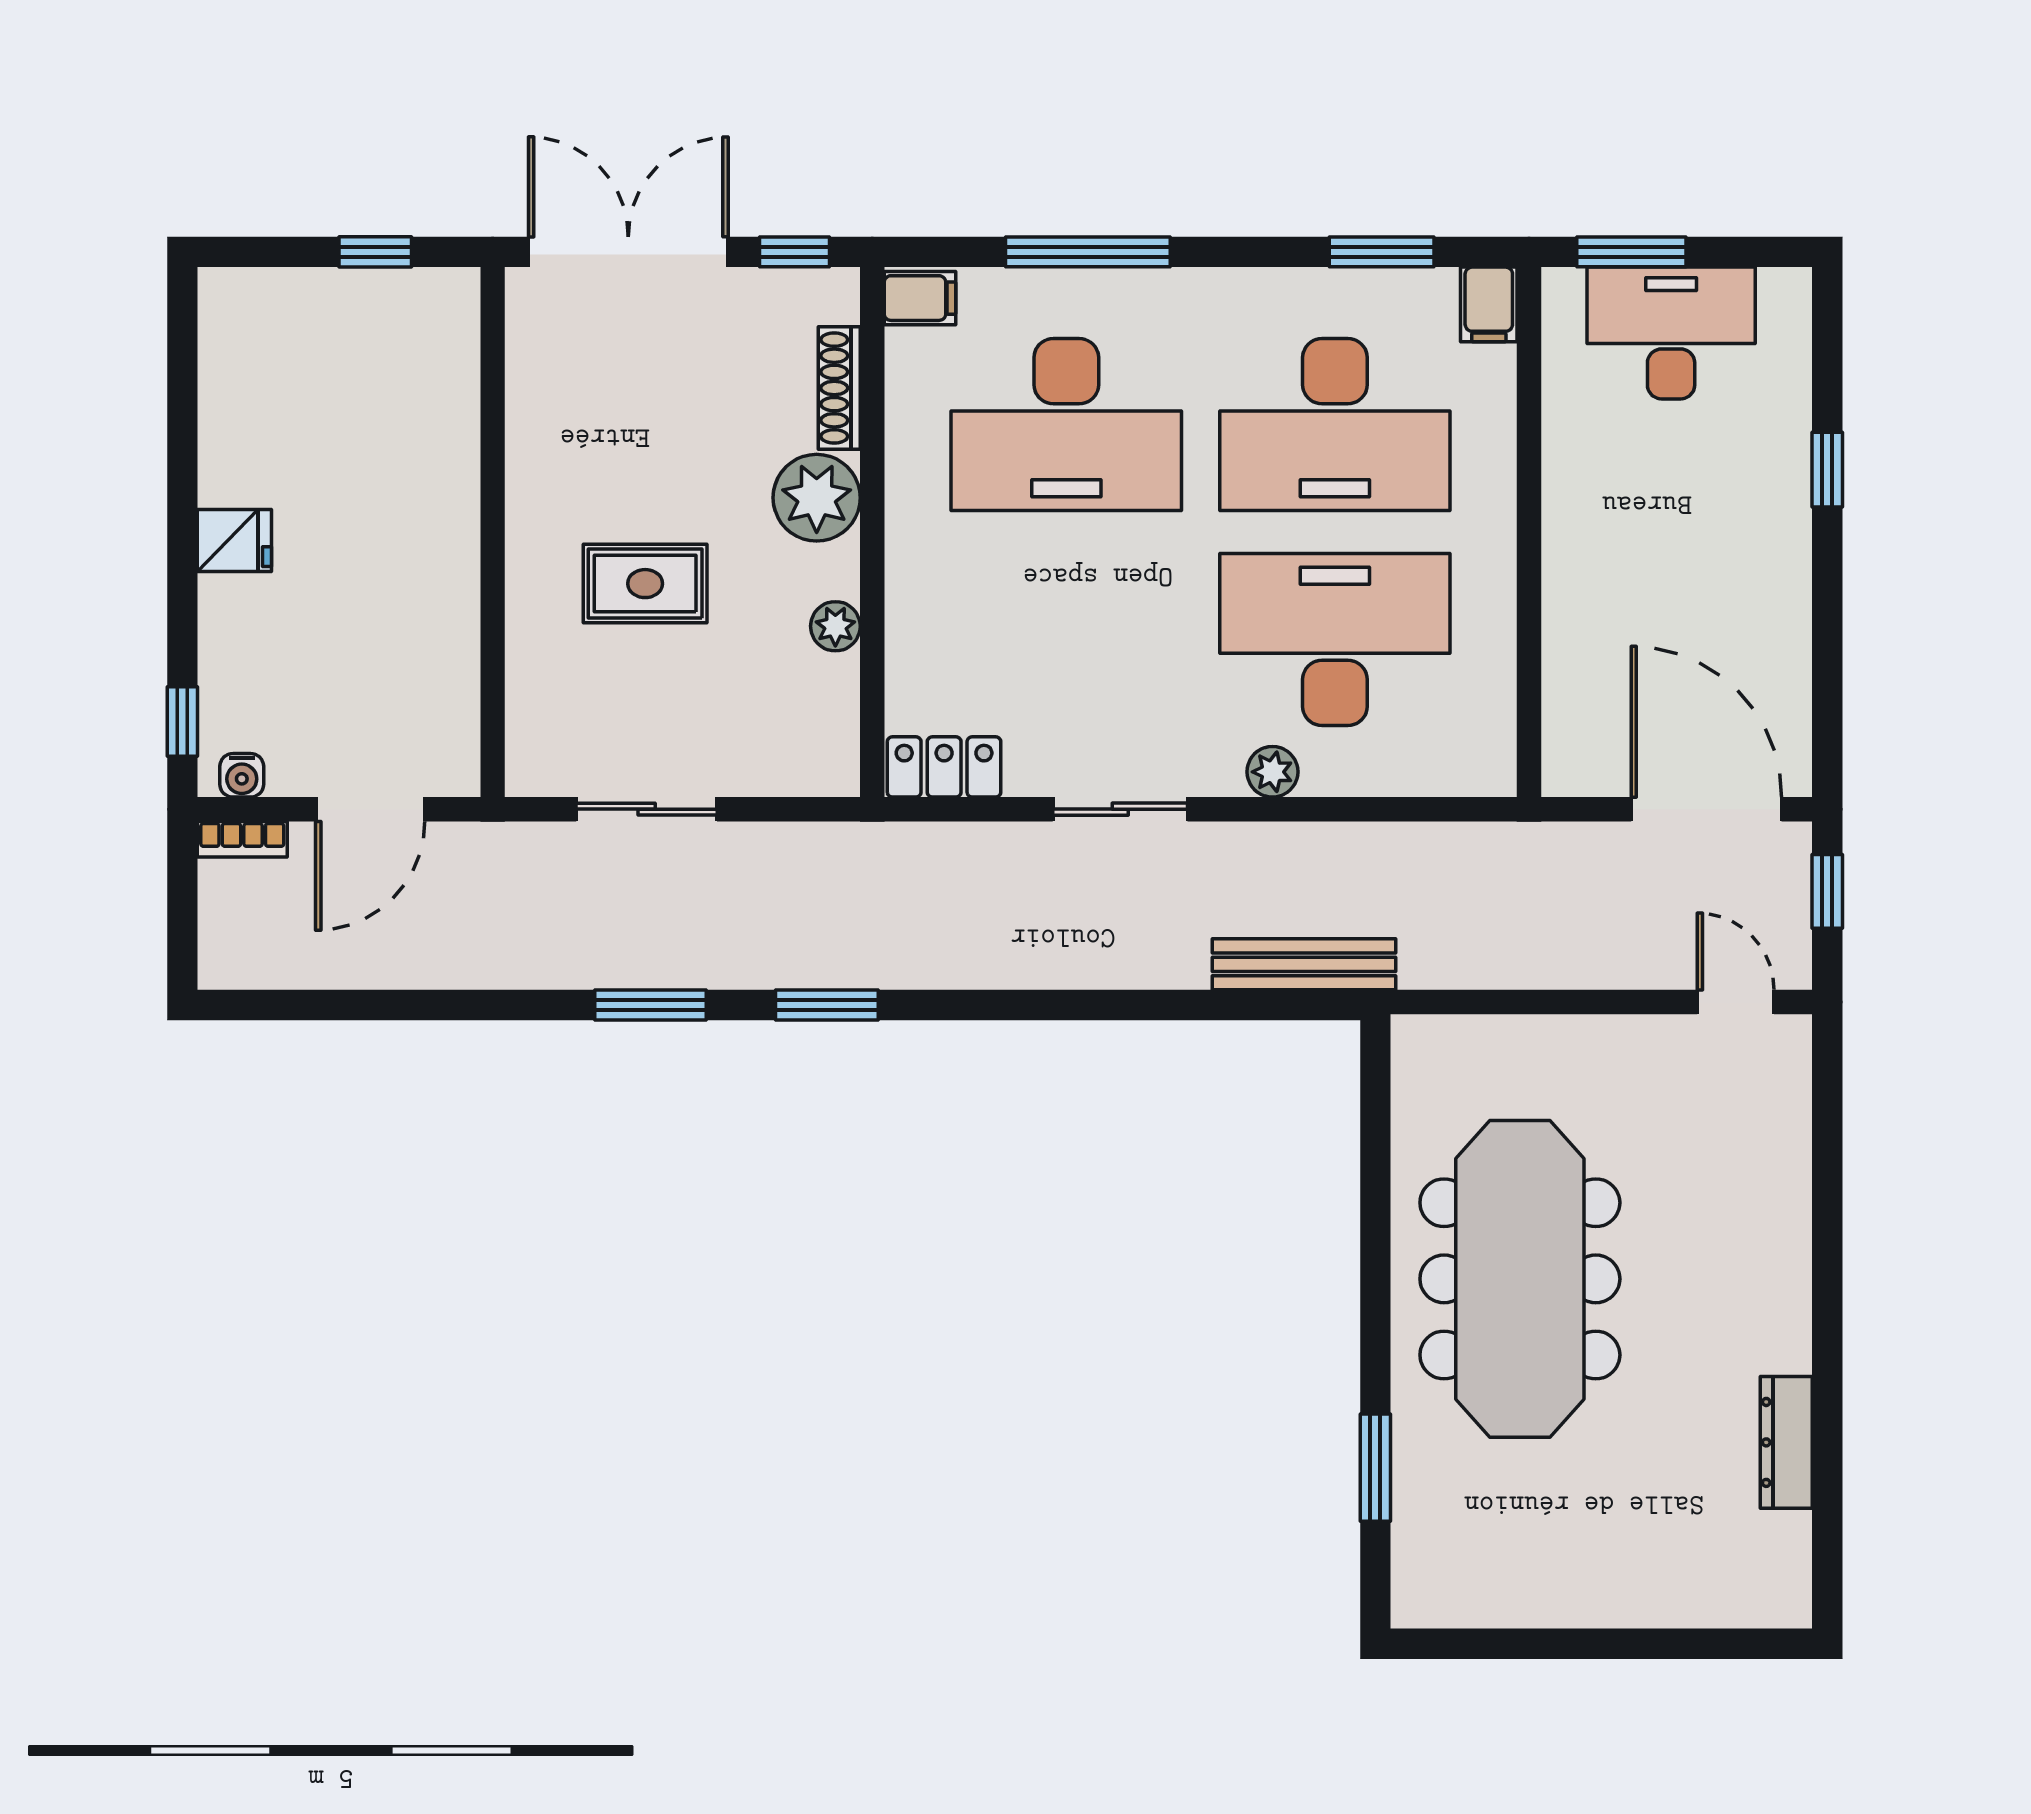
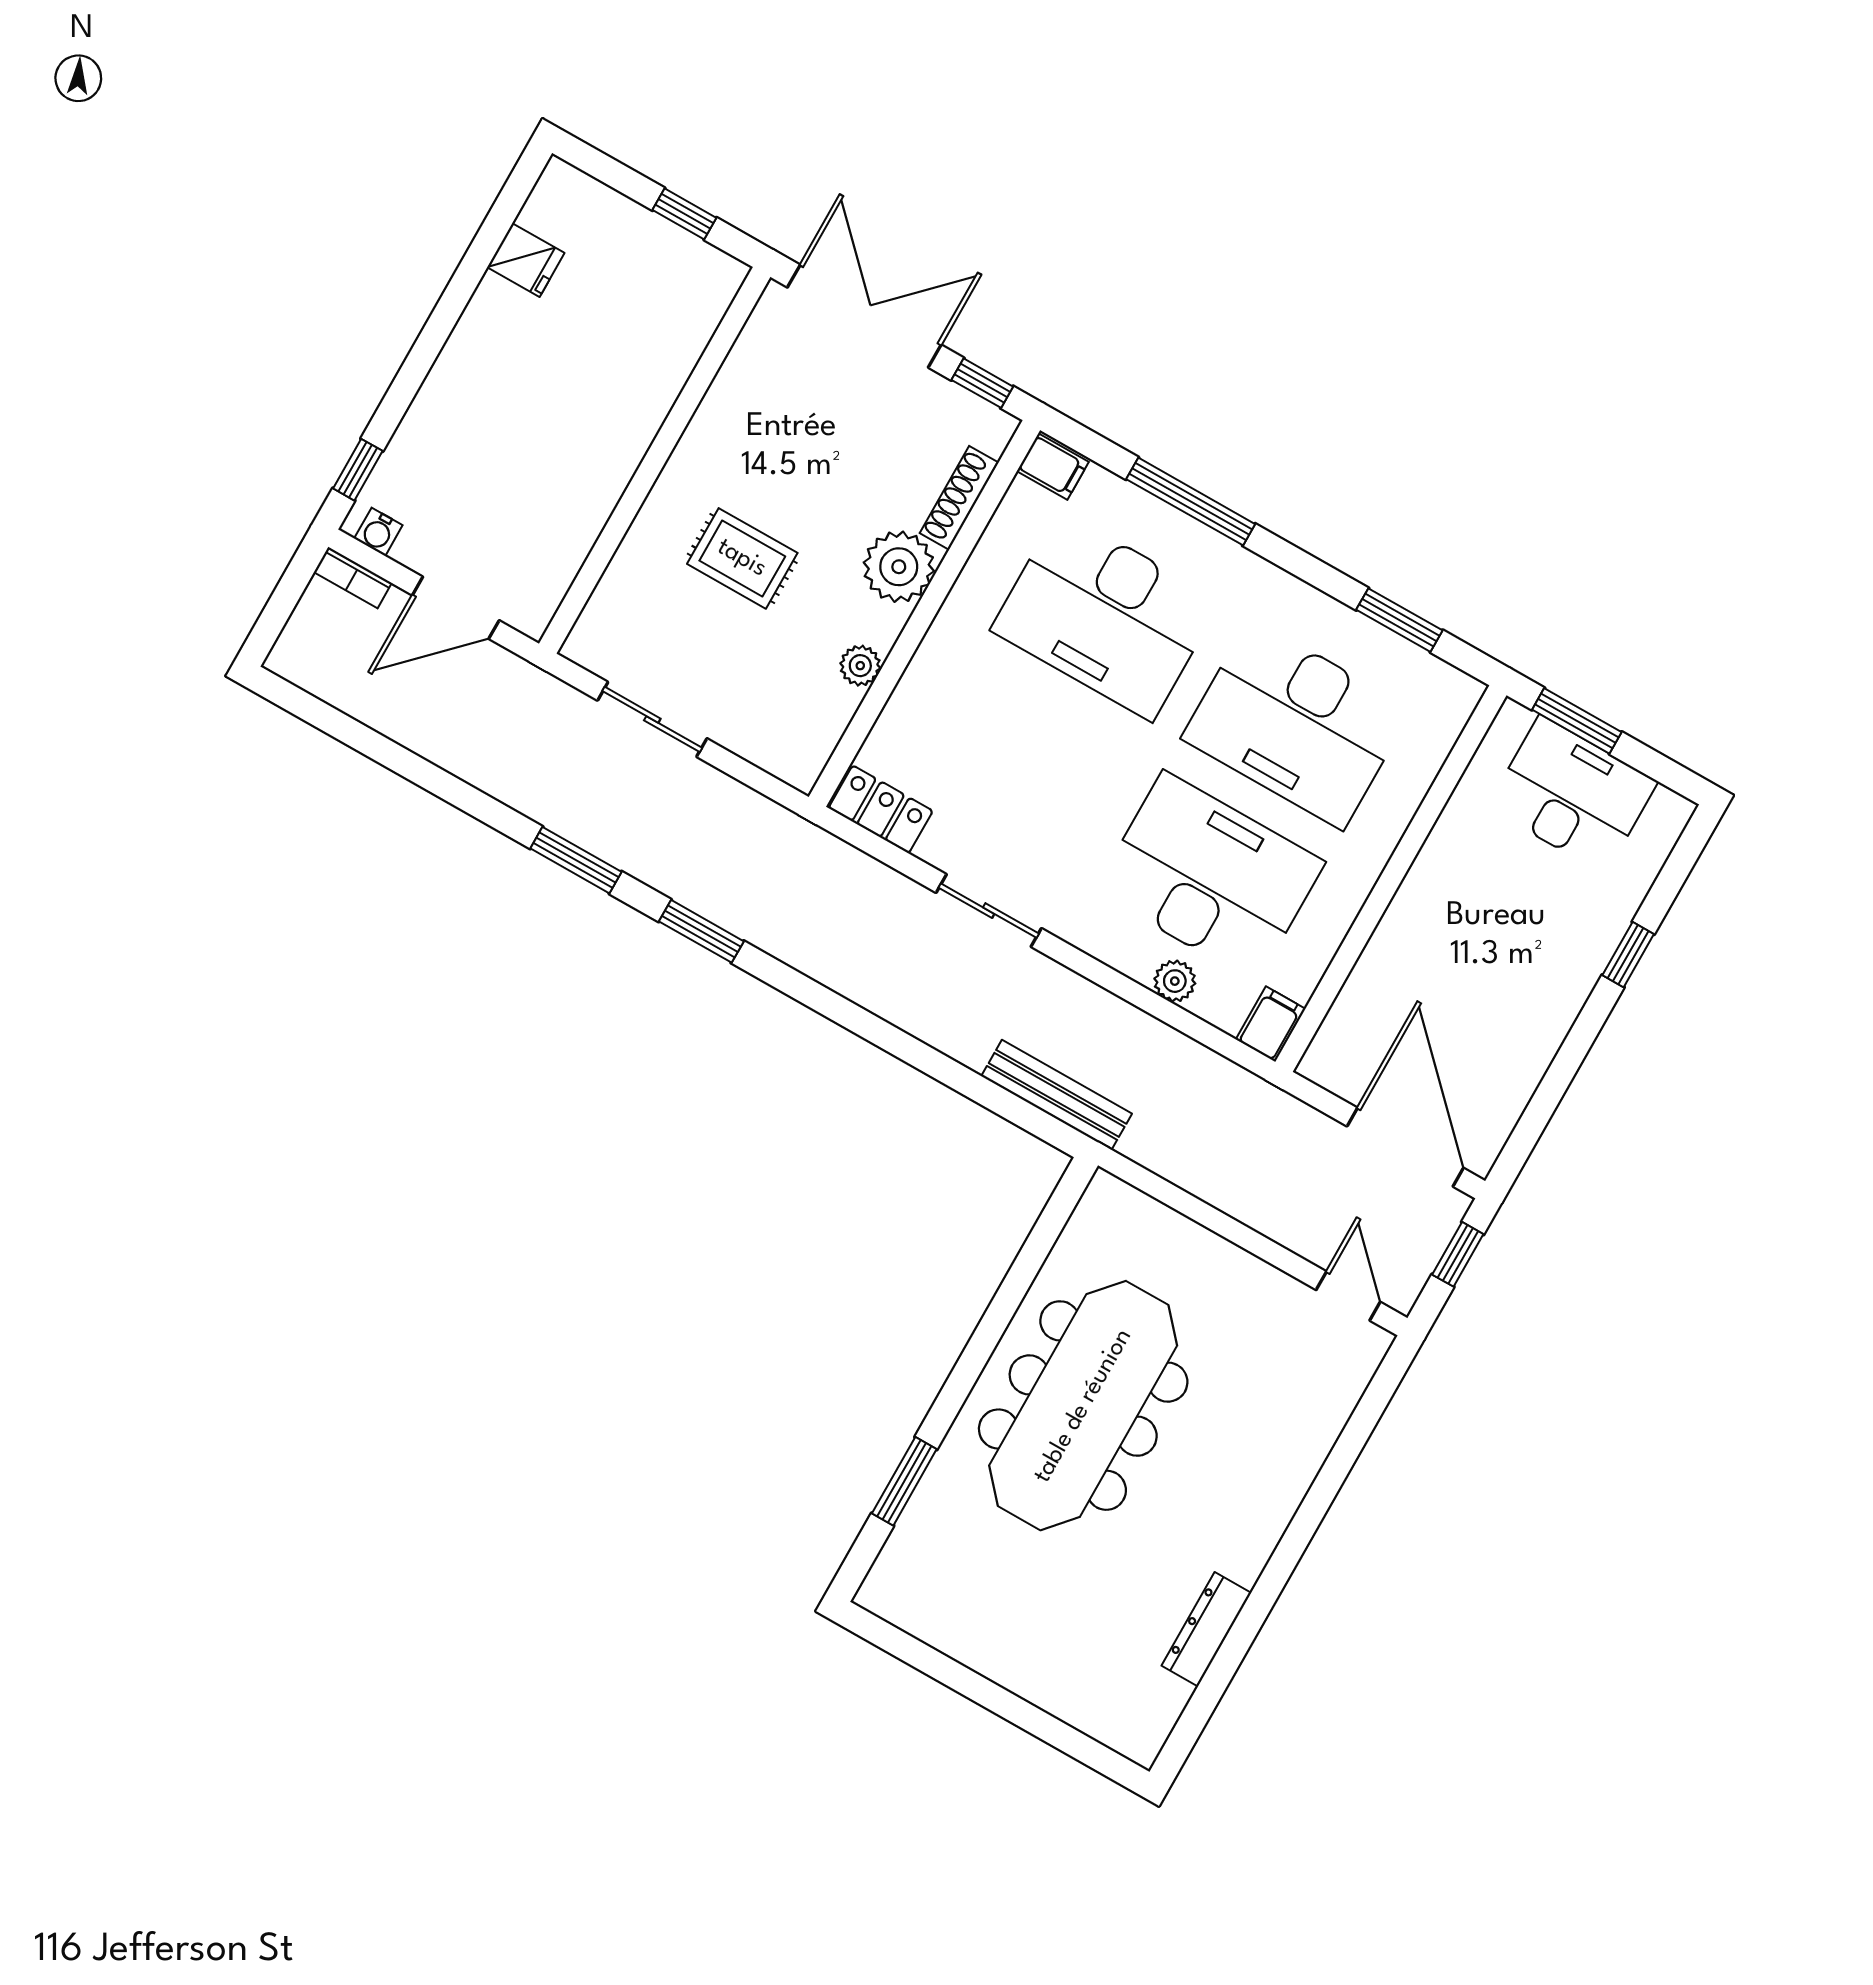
filing cabinet: (1489, 304) -> (1271, 1024), moved, turned 180
fridge: (234, 541) -> (526, 260), moved
plant: (1272, 772) -> (1175, 981), moved

